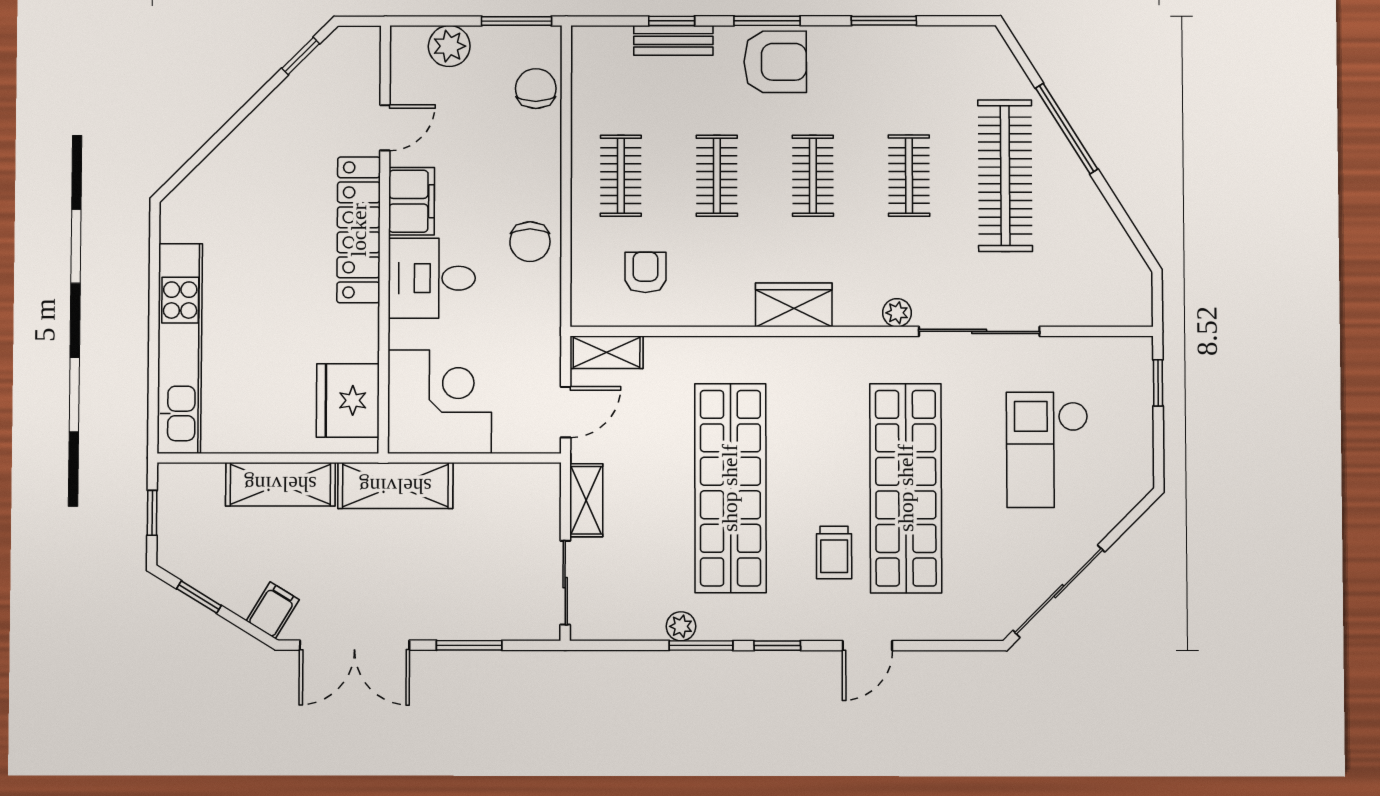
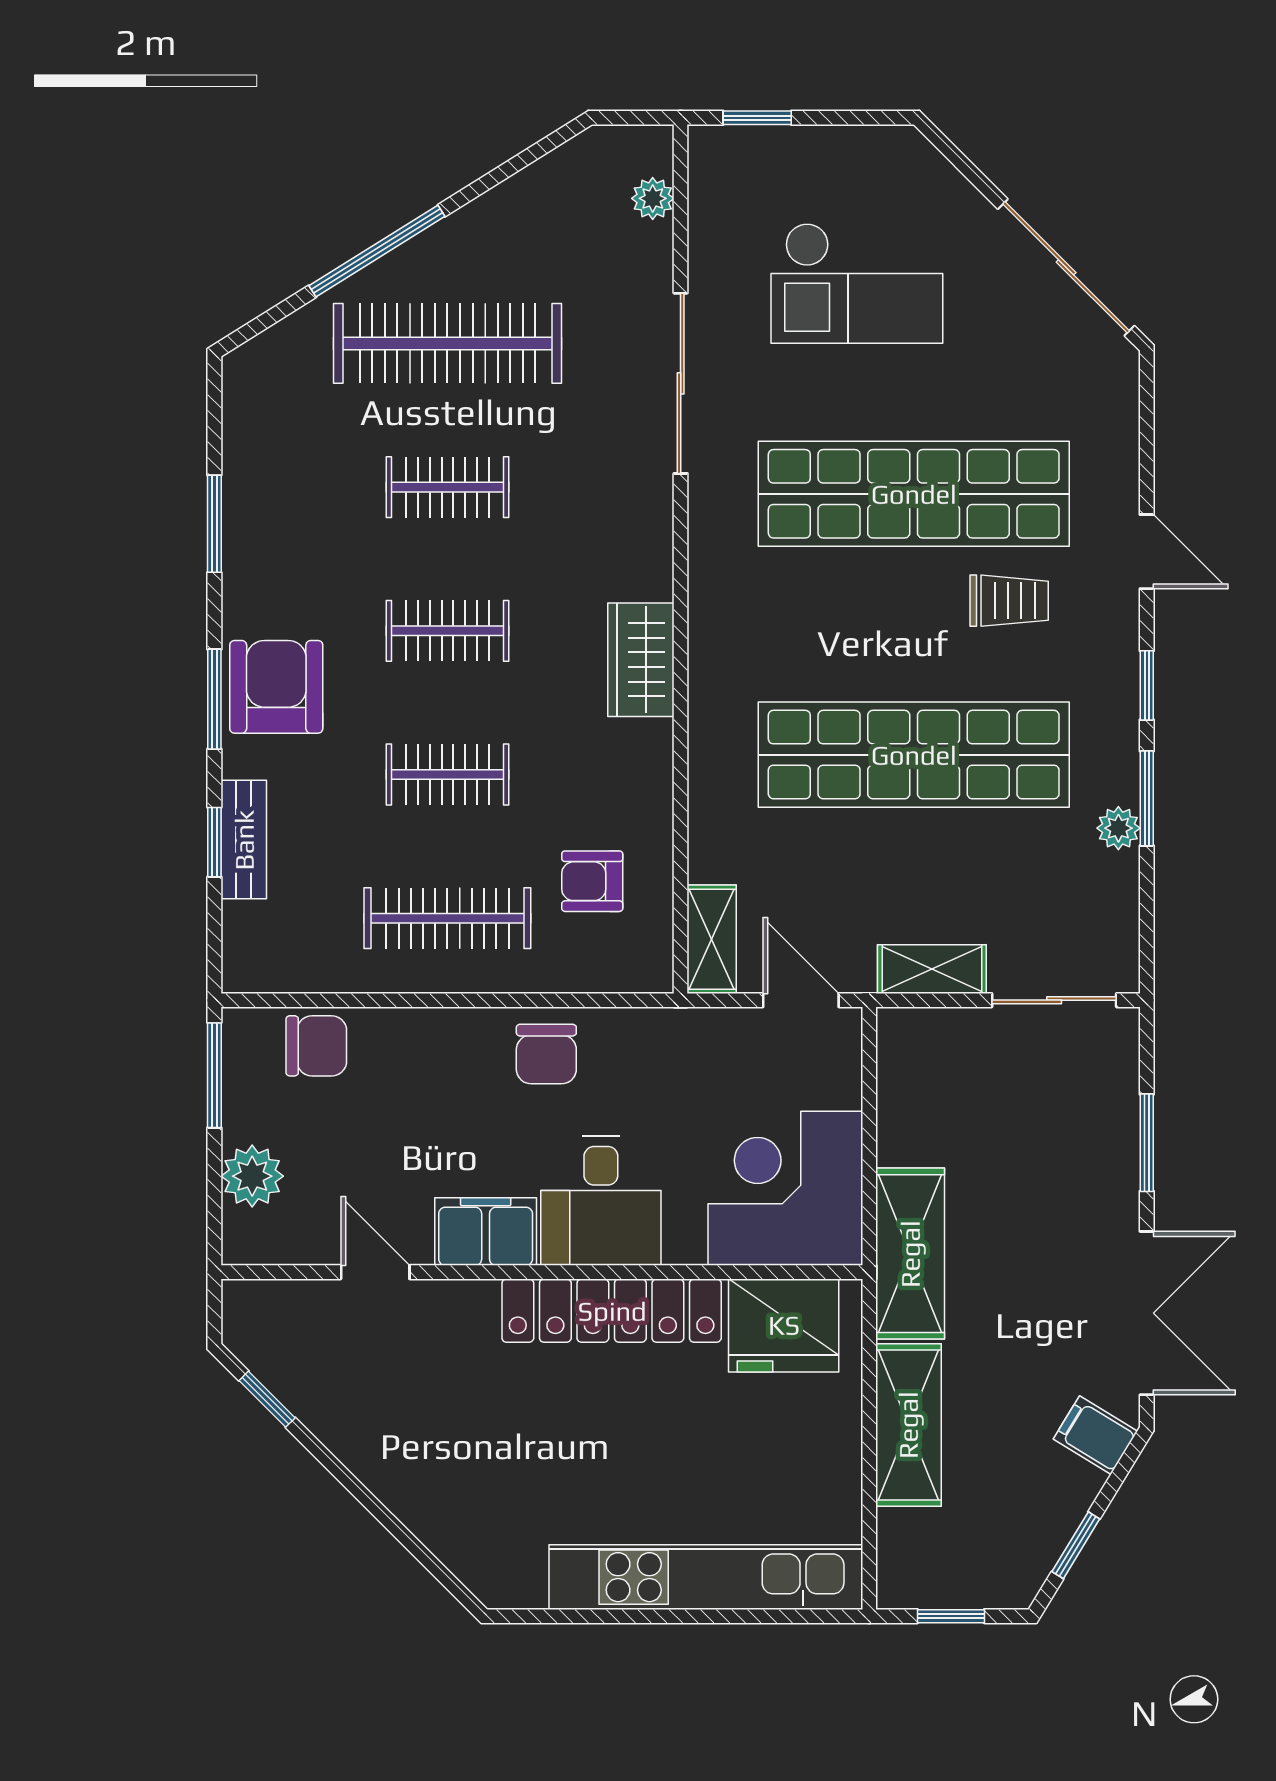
chair: (536, 89) -> (316, 1046), turned 180
clothes rail: (621, 176) -> (447, 918), width x1.36
locker: (359, 230) -> (612, 1311), moved
chair: (530, 242) -> (546, 1054), turned 90
plant: (897, 313) -> (653, 198), moved

